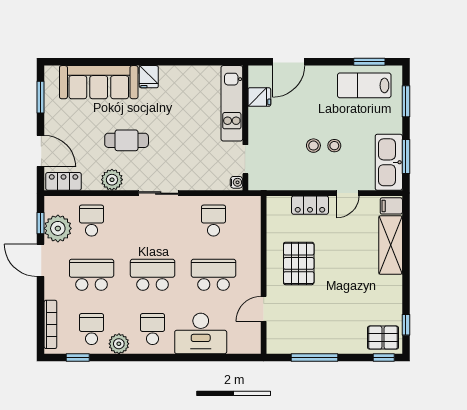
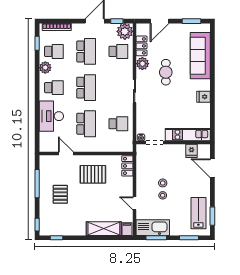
fridge: (149, 77) -> (204, 97), moved
locker: (64, 181) -> (141, 46), moved
locker: (310, 205) -> (127, 166), moved
plant: (58, 228) -> (125, 31), moved
pallet: (383, 338) -> (60, 194), moved

